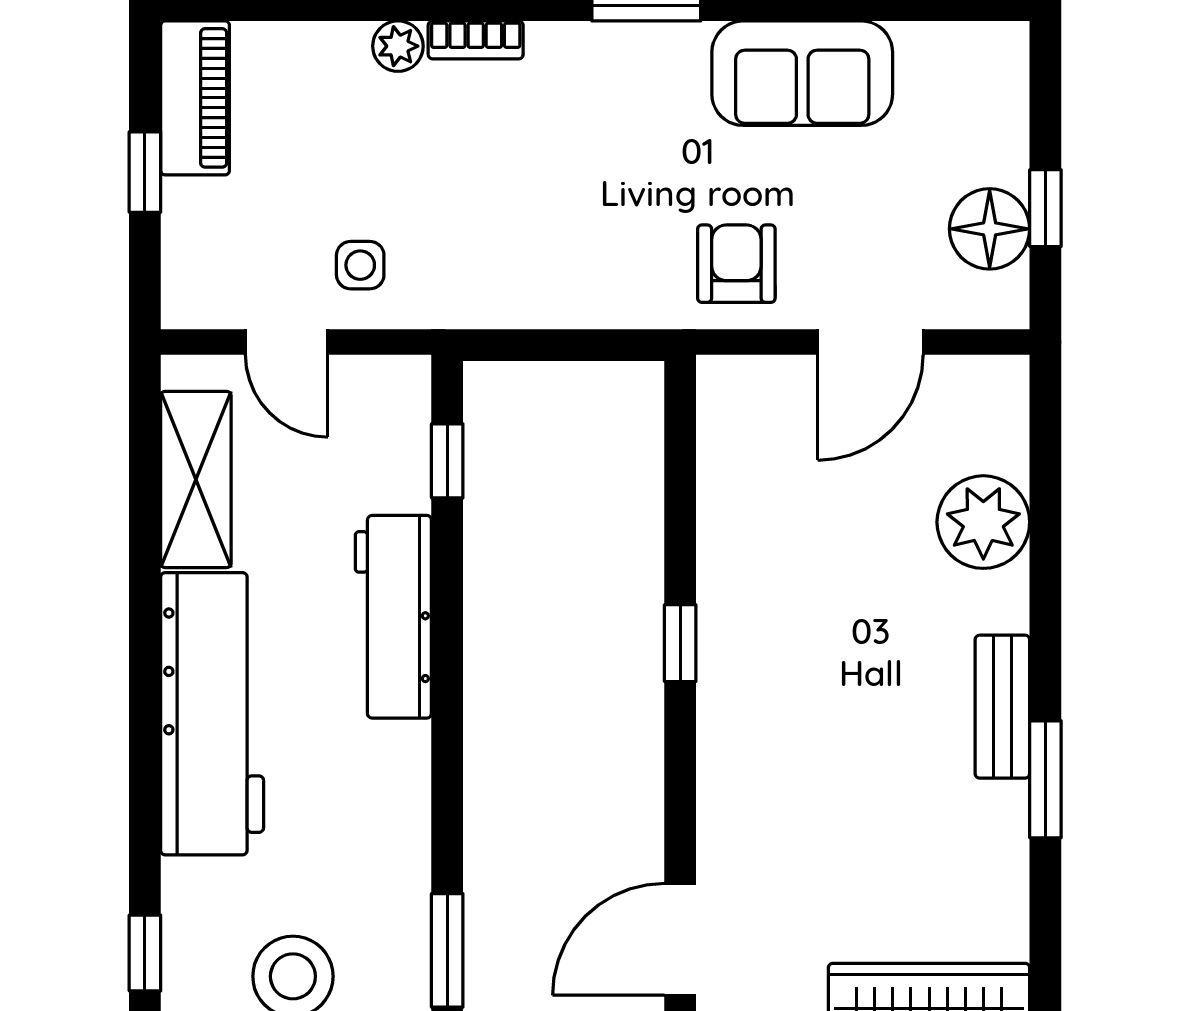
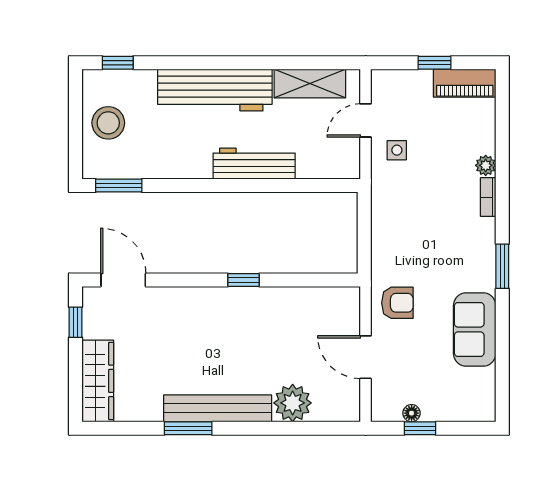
floor lamp: (990, 229) -> (412, 413), width x0.53, depth x0.53
window: (447, 461) -> (317, 185), removed
bench: (1002, 707) -> (218, 408), width x1.86, depth x1.21

